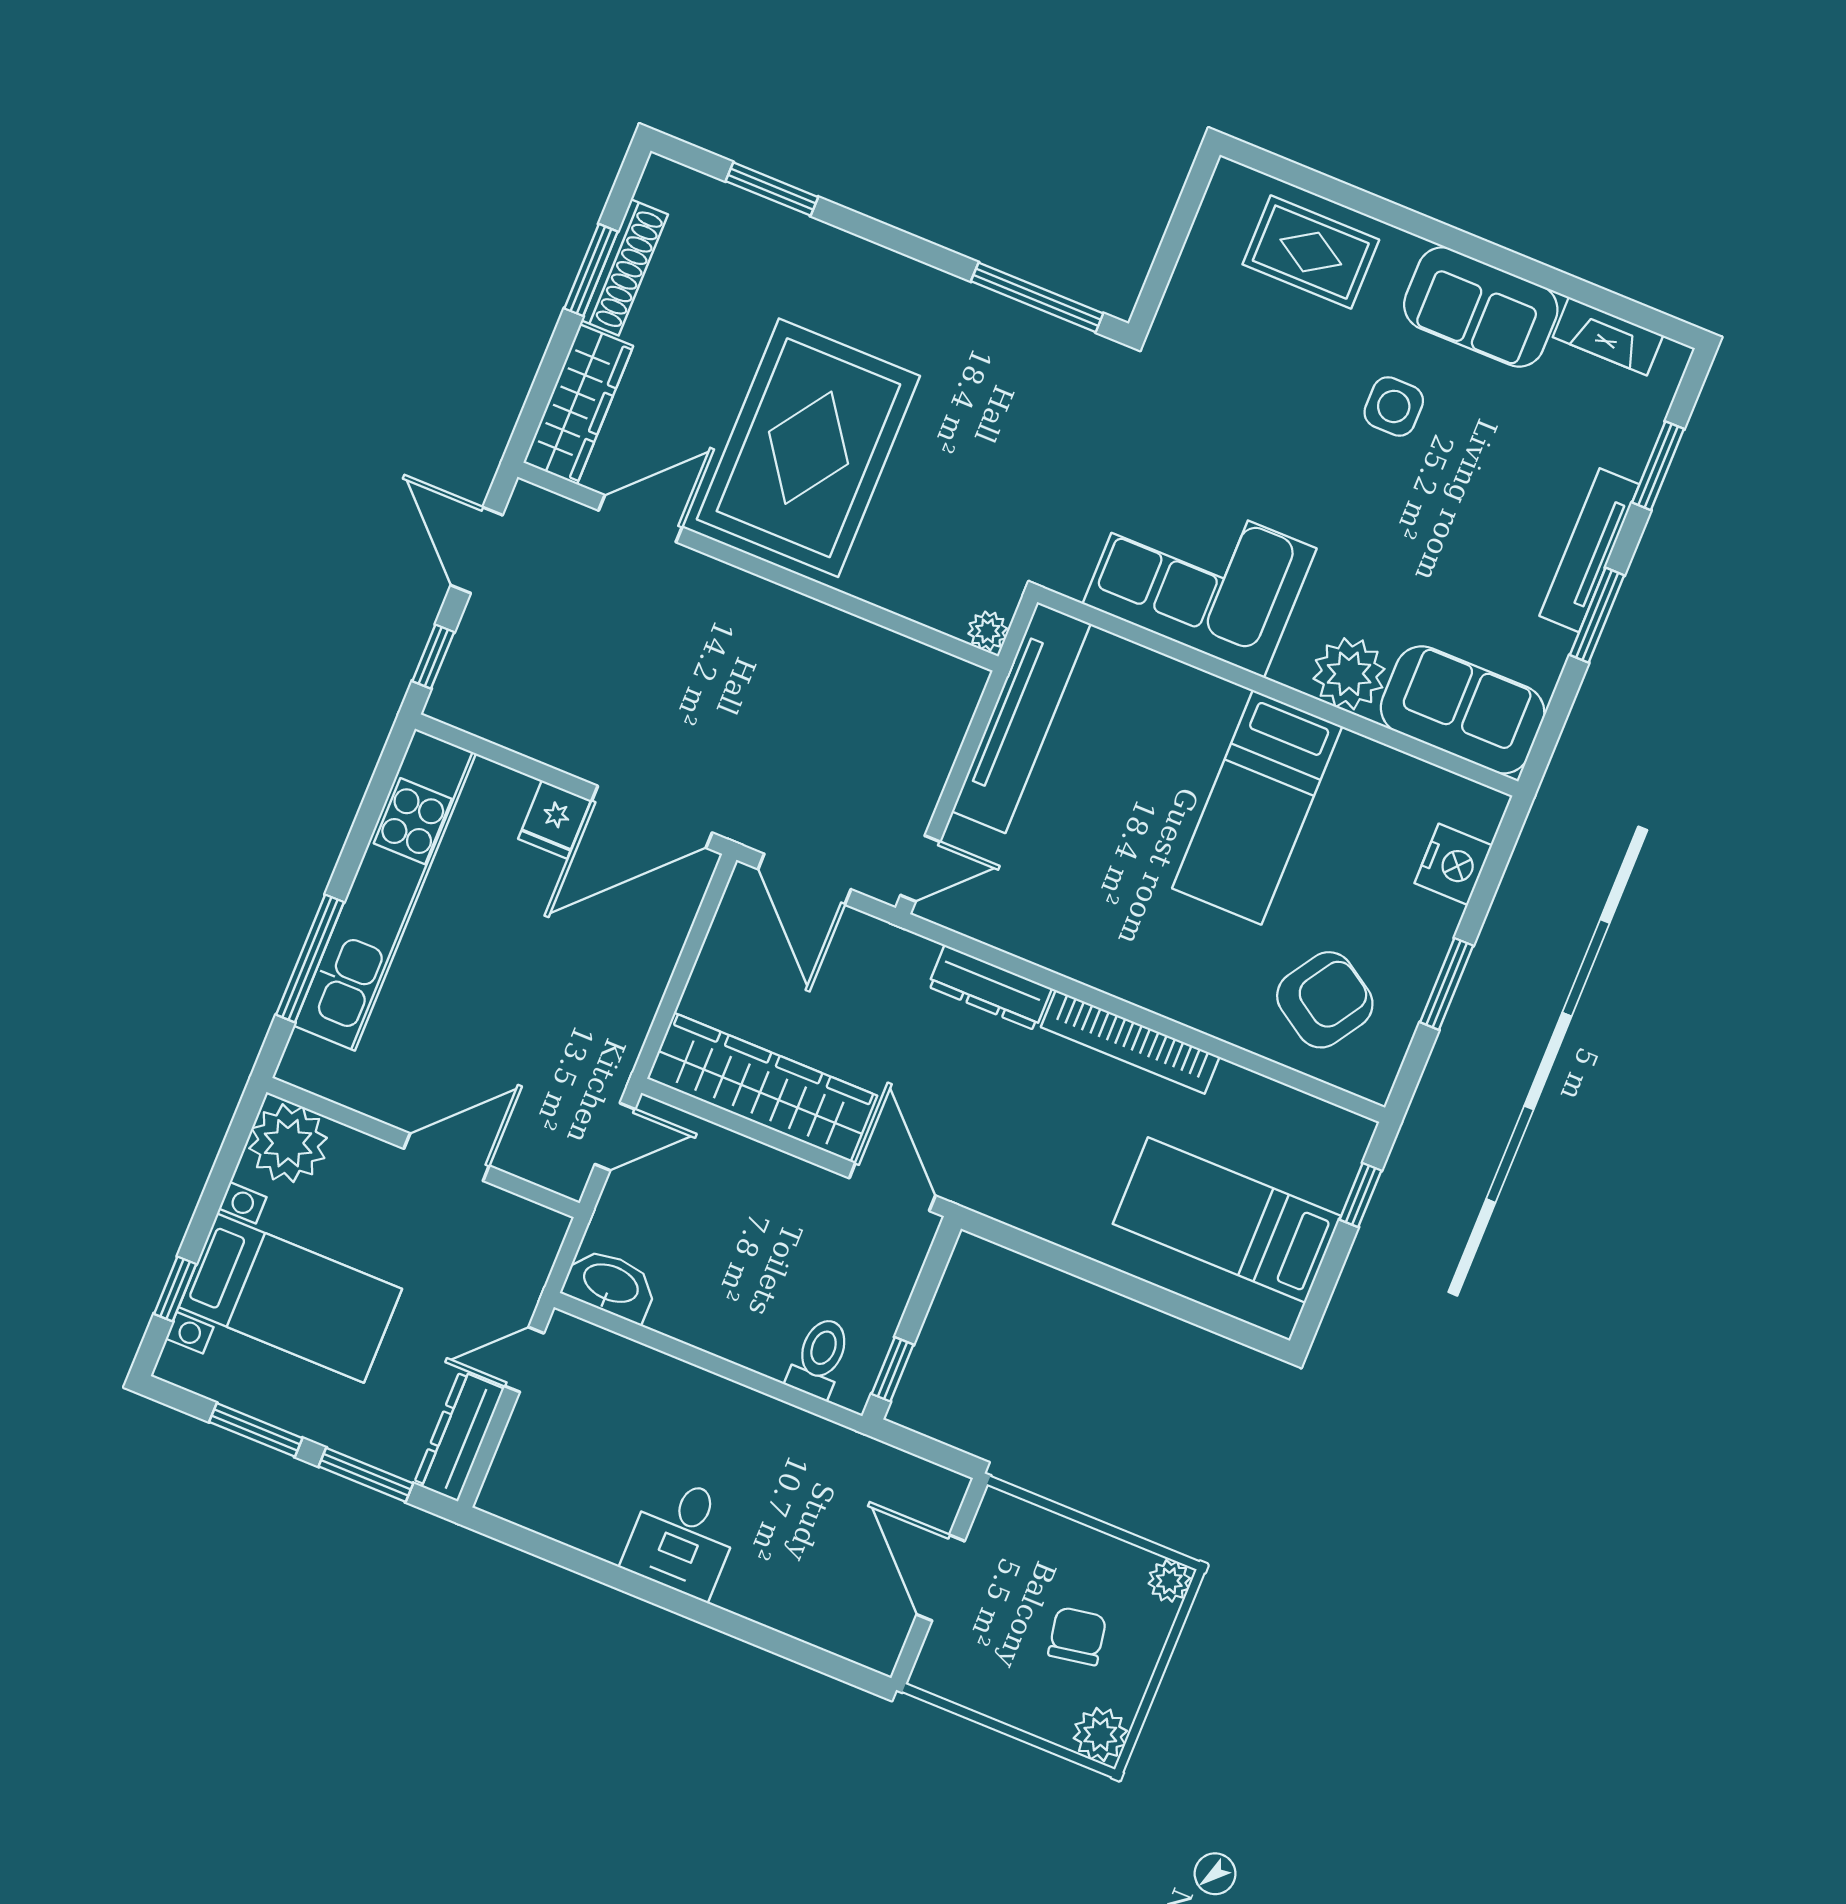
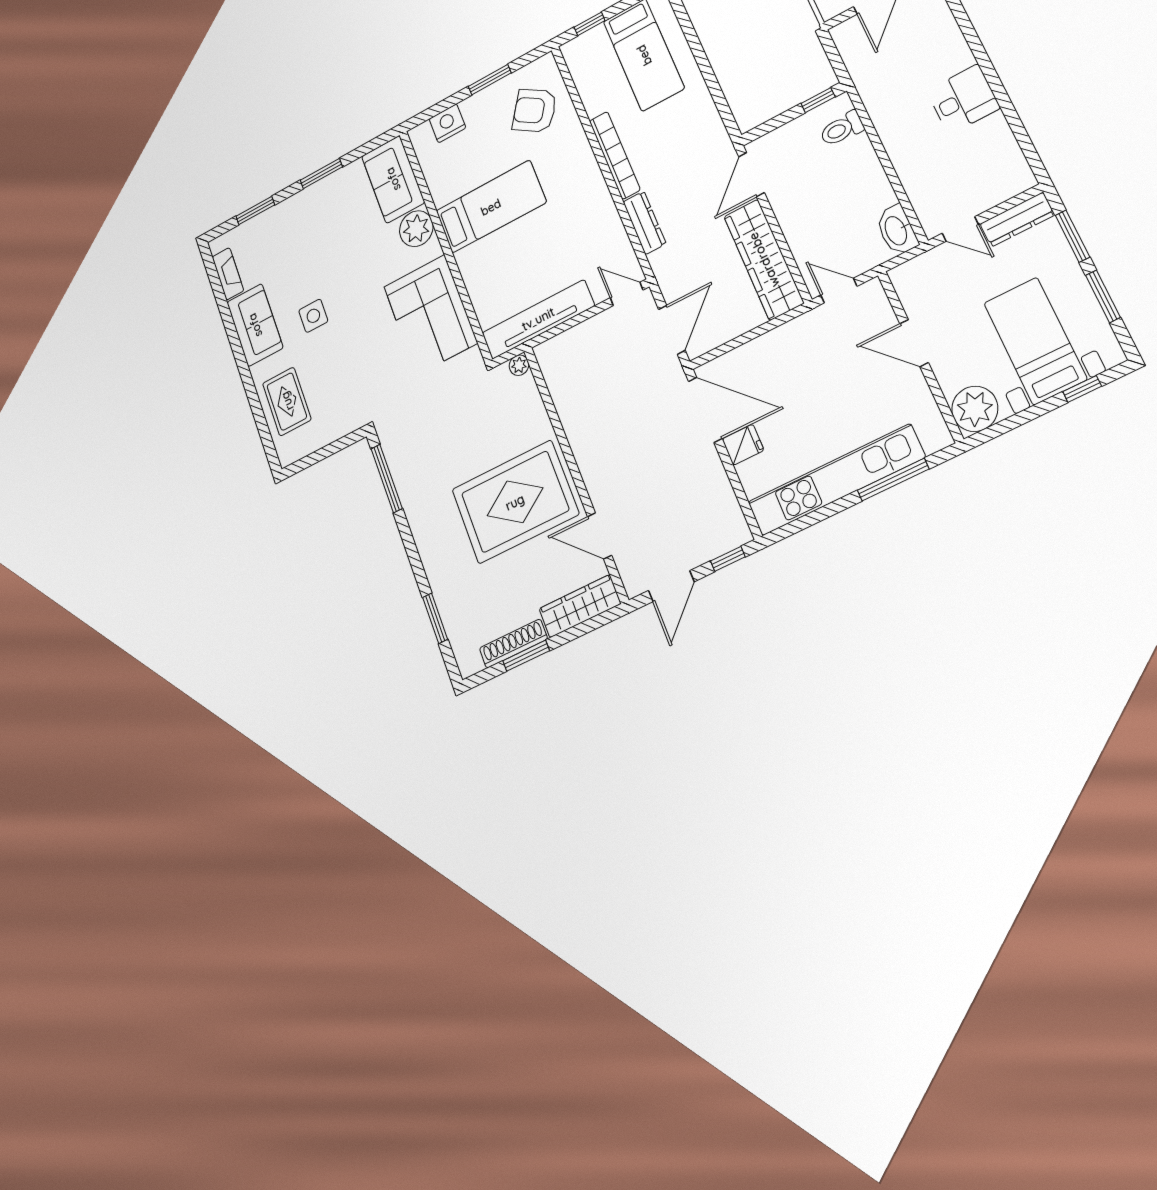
tv unit: (1589, 550) -> (302, 200), removed

